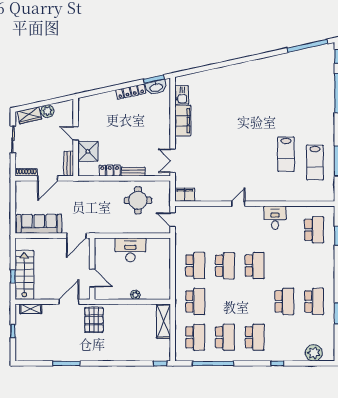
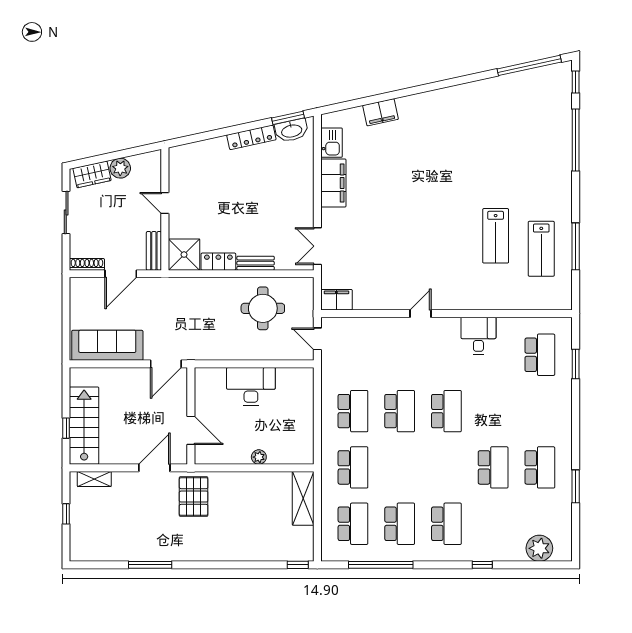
filing cabinet: (213, 76) -> (381, 112), added
shower: (88, 151) -> (184, 255), moved

